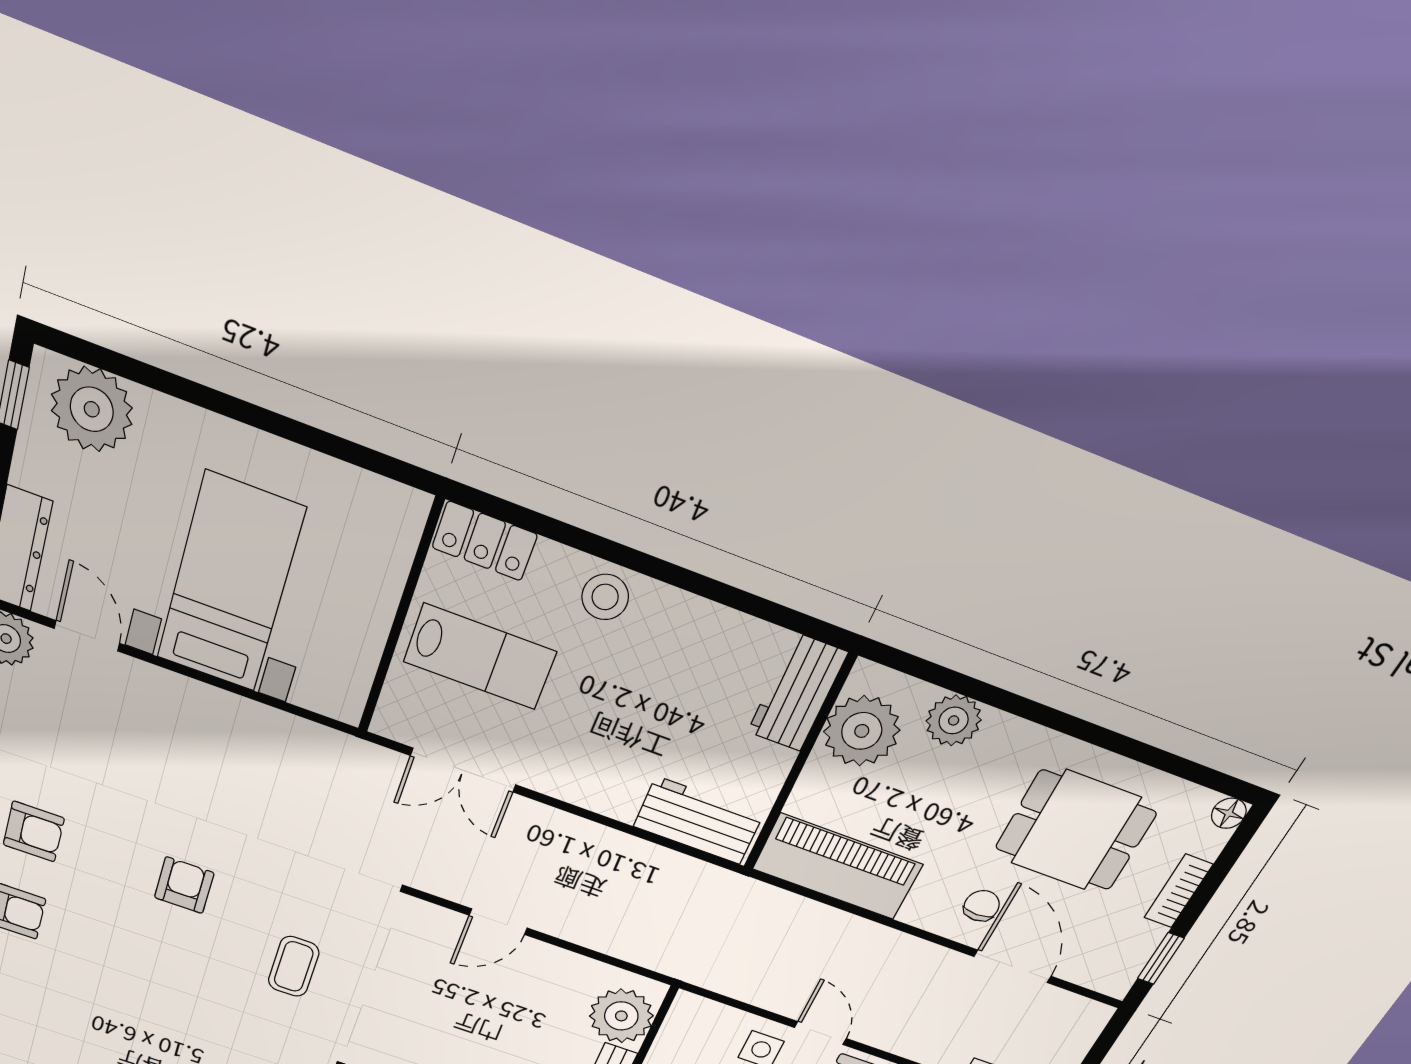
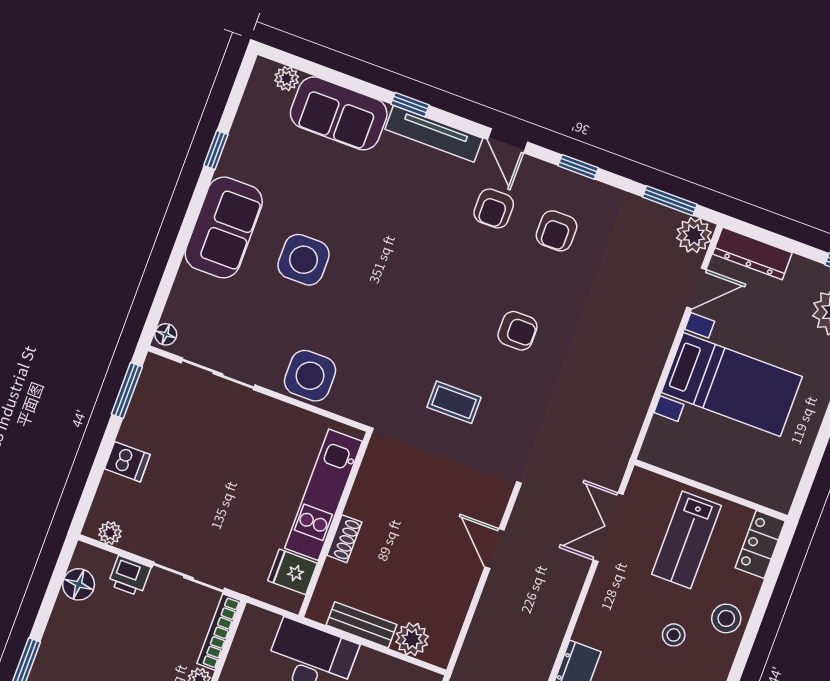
stool: (630, 678) -> (674, 635), added
plant: (621, 1016) -> (412, 639), width x0.73, depth x0.73

